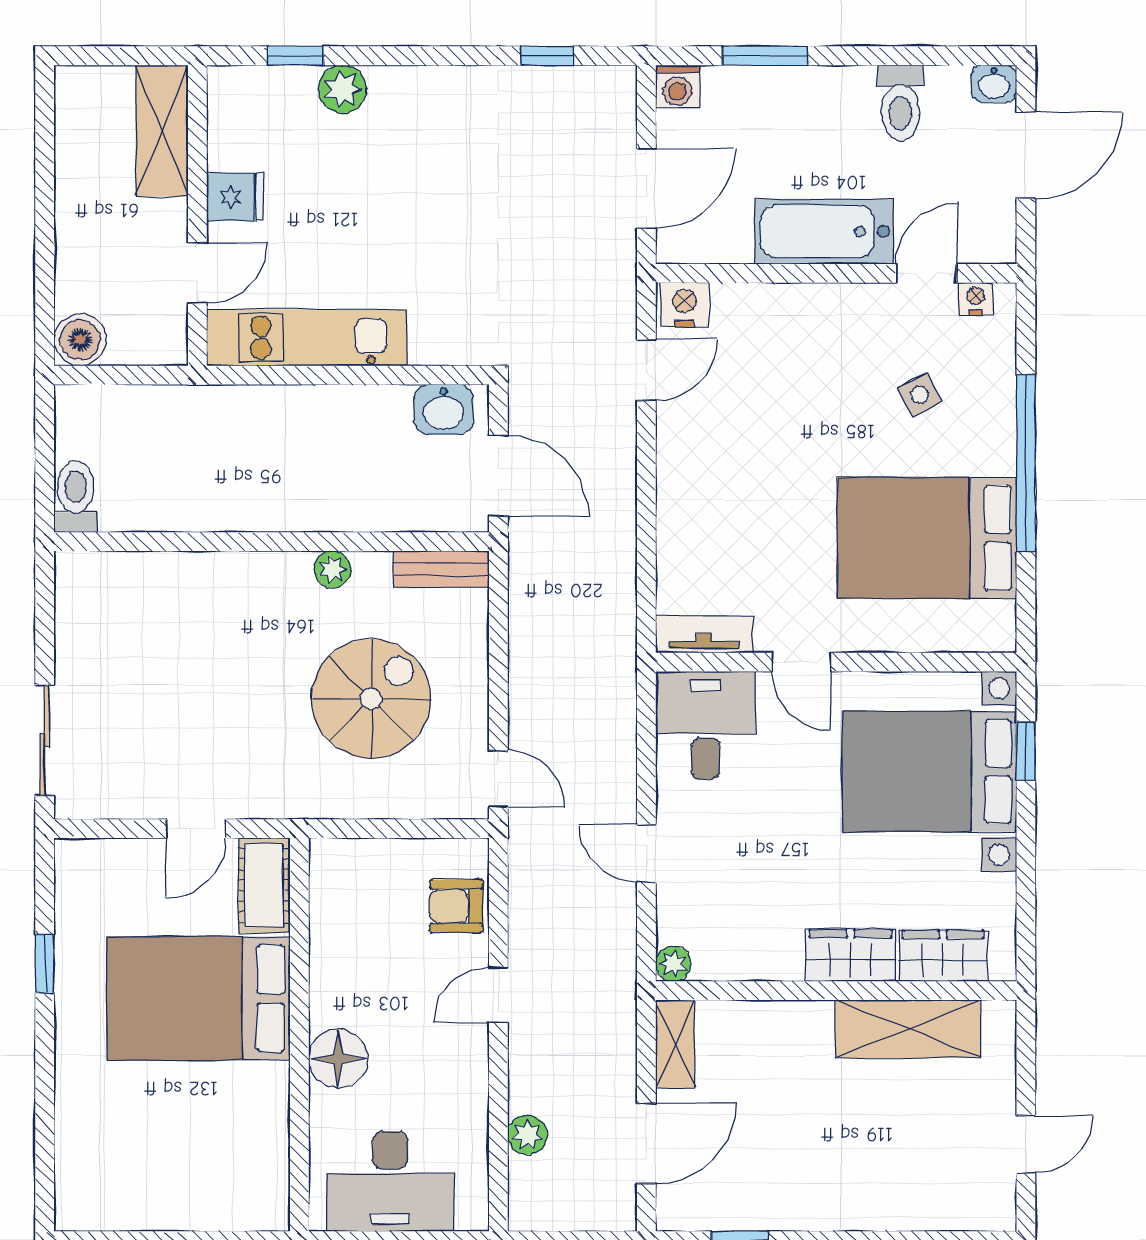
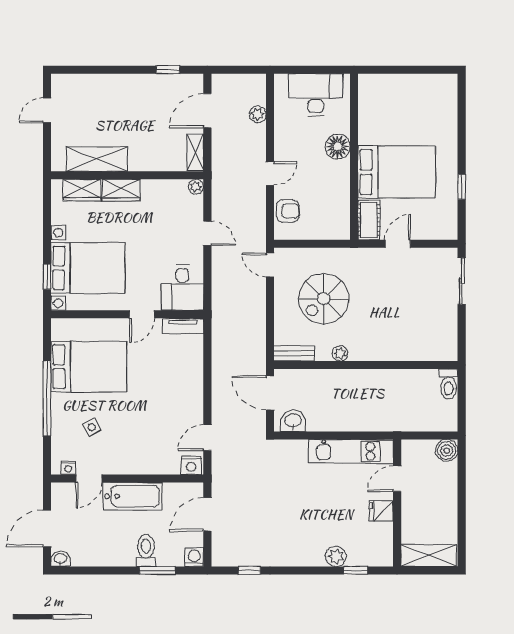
toilet: (900, 103) -> (146, 551), moved
shelving: (162, 131) -> (429, 555), moved, turned 90
door: (801, 662) -> (142, 314), swing flipped

